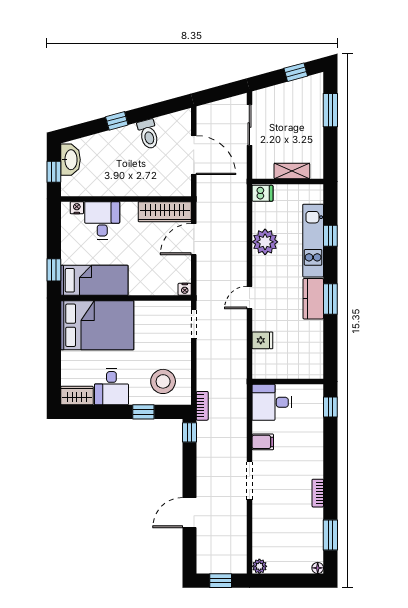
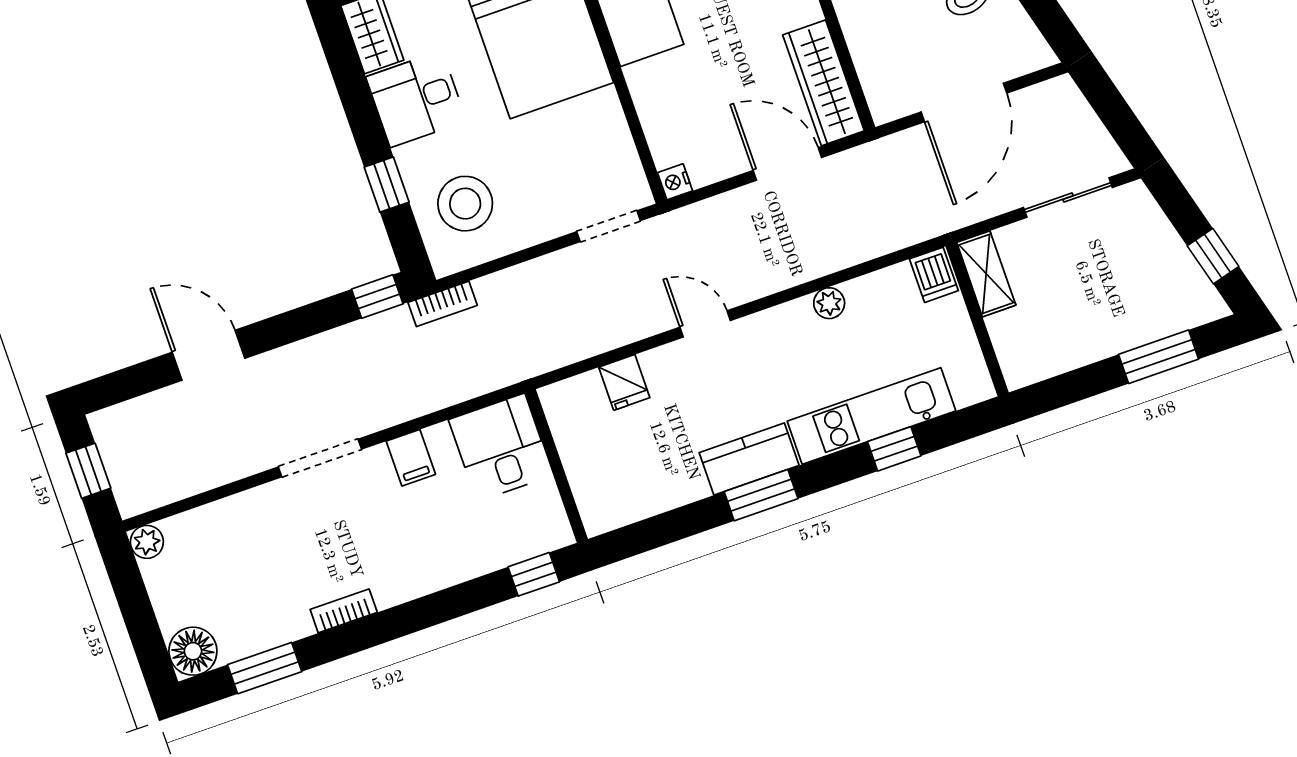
shelving: (292, 171) -> (986, 274), moved
plant: (265, 242) -> (829, 303), width x0.53, depth x0.53
floor lamp: (318, 568) -> (193, 651), width x1.89, depth x1.89

